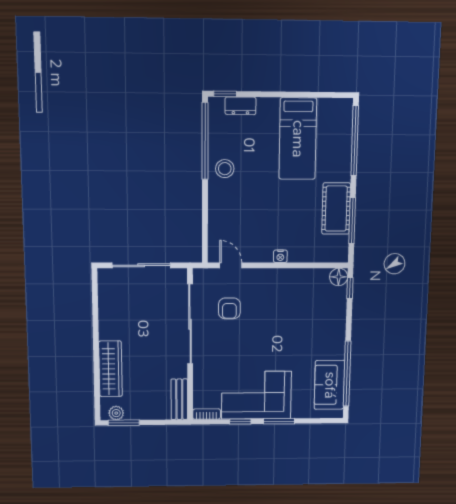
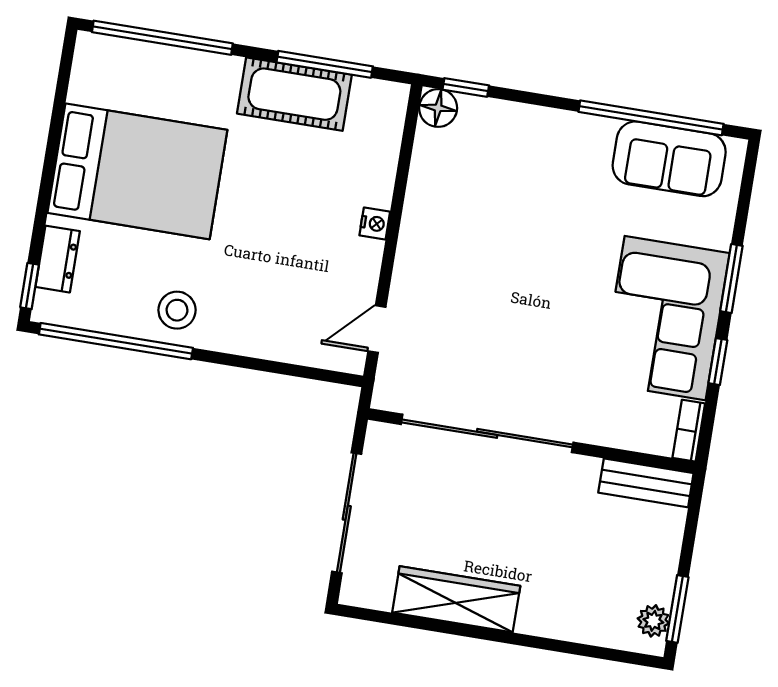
bed: (298, 139) -> (137, 171), width x1.50
armchair: (229, 308) -> (467, 346), removed
wardrobe: (110, 369) -> (456, 599), moved

